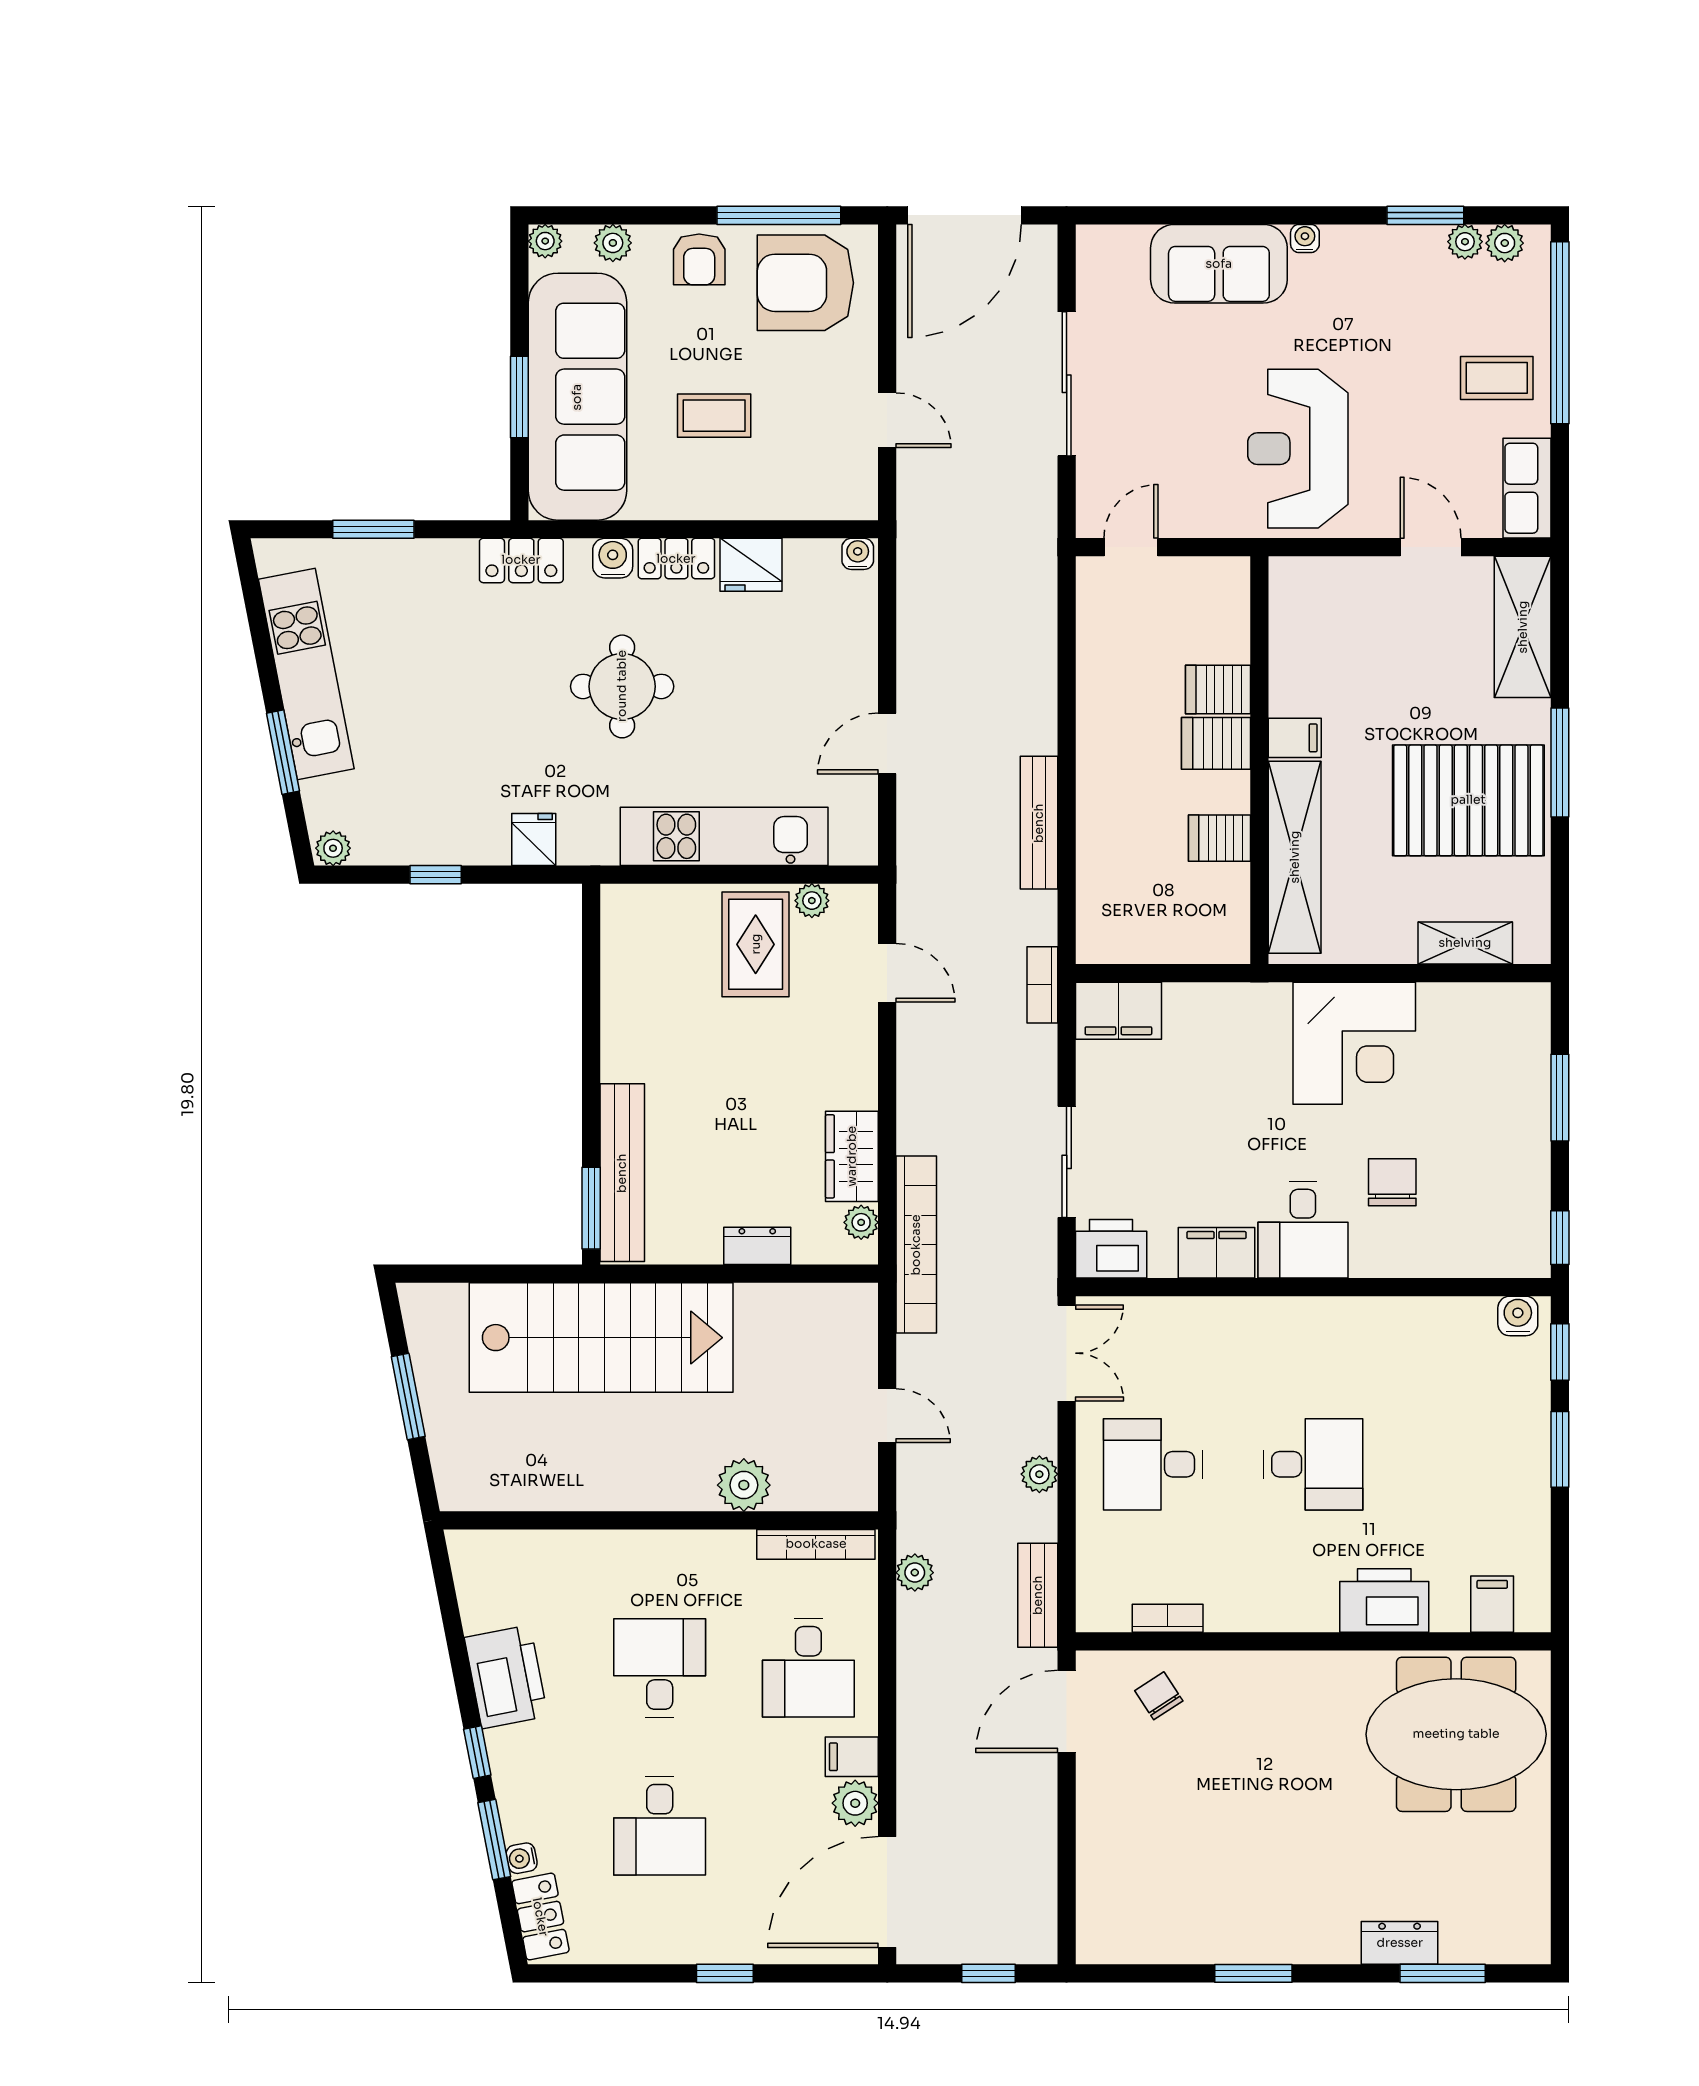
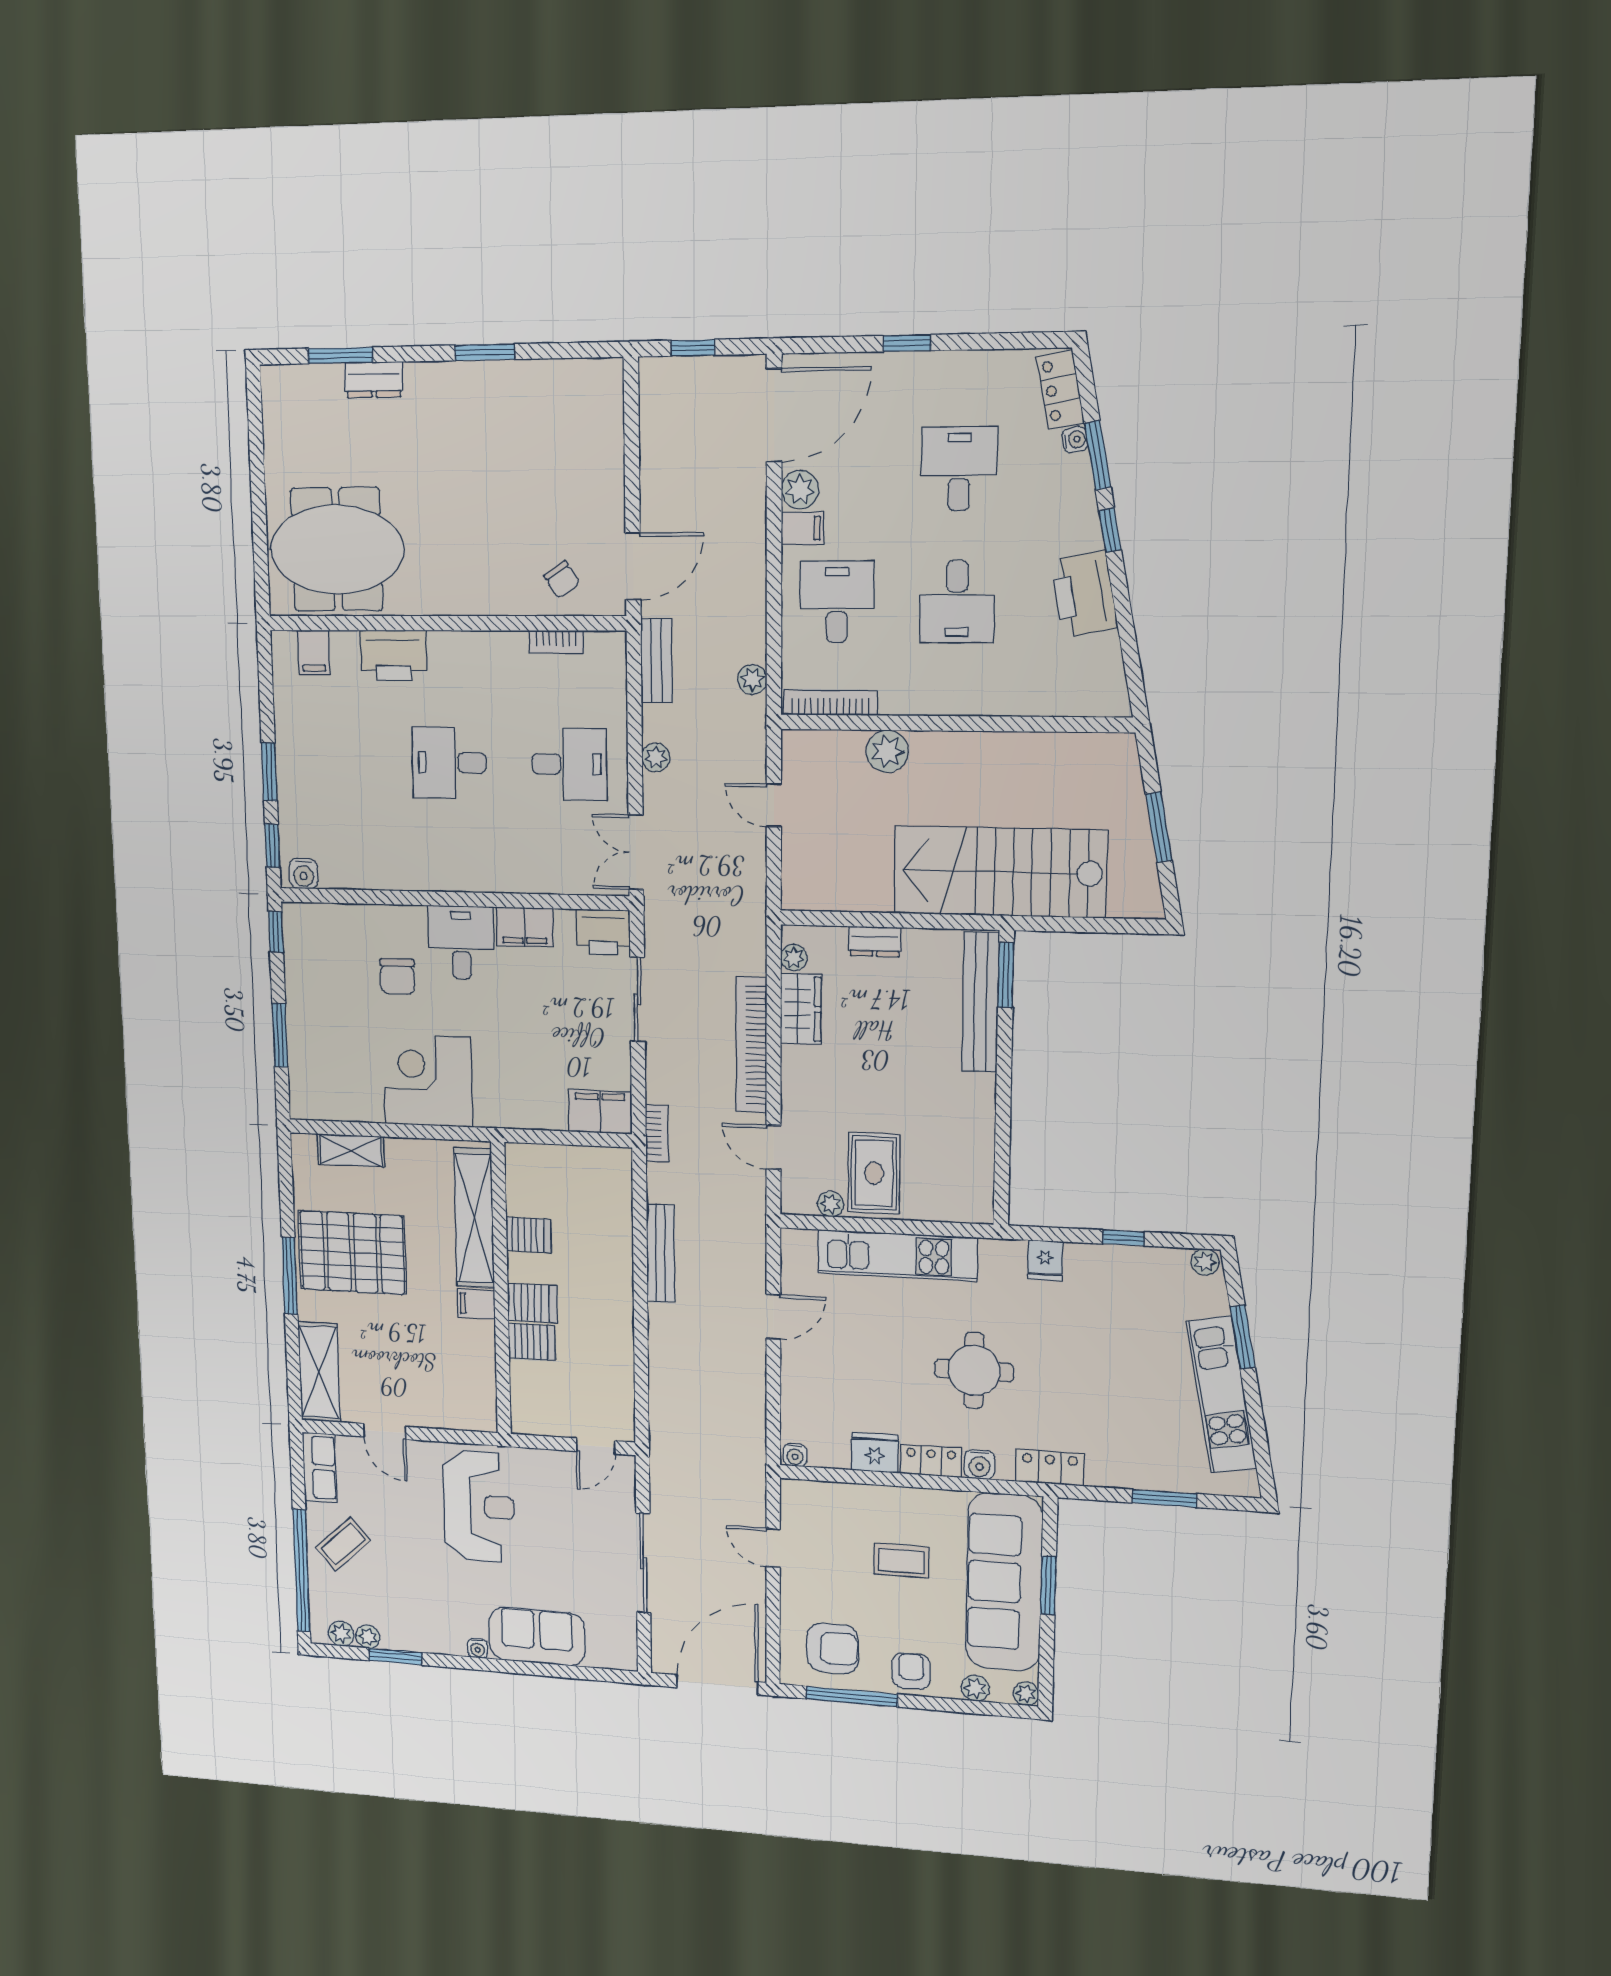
armchair: (805, 283) -> (833, 1648), width x0.73, depth x0.73
coffee table: (1497, 378) -> (343, 1544), turned -42
bookcase: (916, 1245) -> (751, 1045), moved

